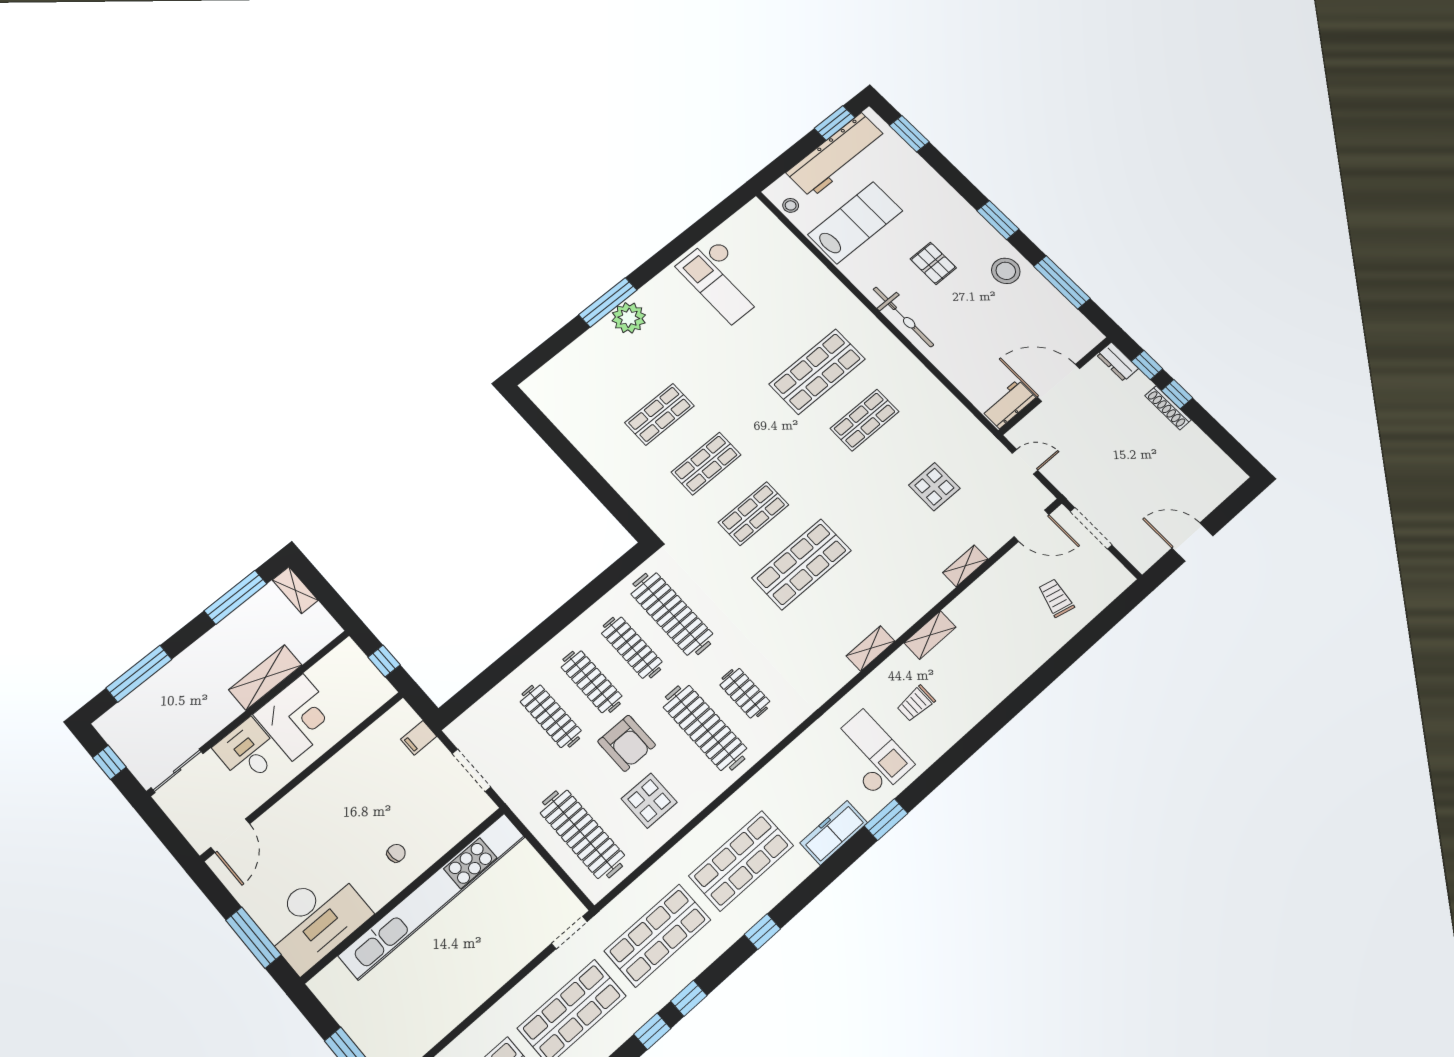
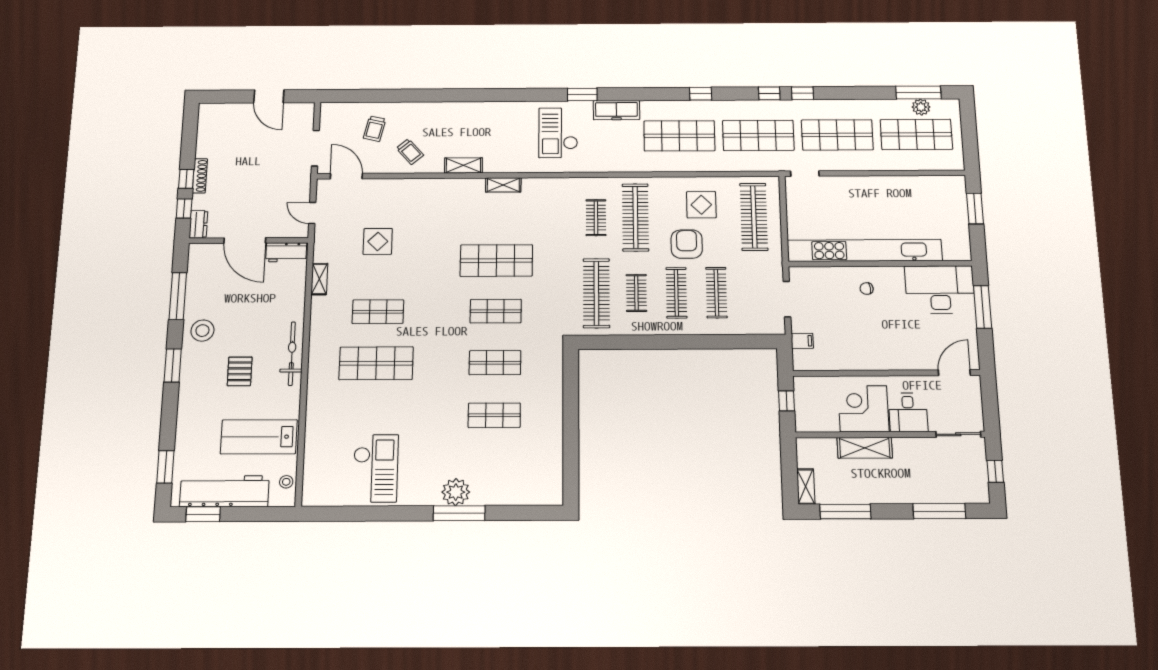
shelving: (965, 566) -> (319, 279), moved, turned 90
clothes rail: (632, 648) -> (636, 293), width x0.73
trolley: (916, 703) -> (410, 152), moved, turned 49

